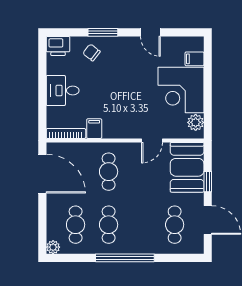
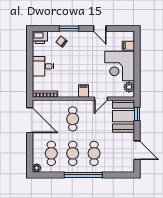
filing cabinet: (94, 129) -> (83, 91), moved
window: (208, 182) -> (137, 114), moved
cafe table: (175, 225) -> (94, 153), moved

